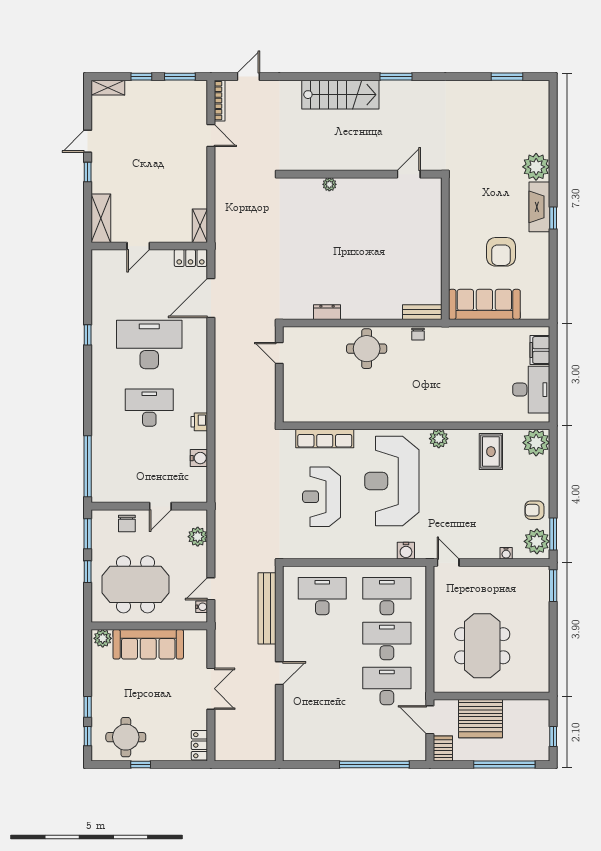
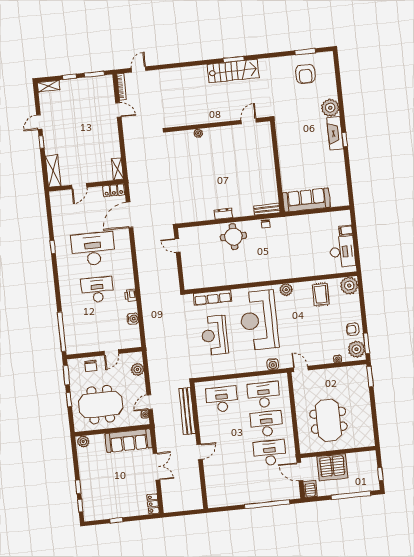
stairs: (340, 95) -> (233, 71), moved
armchair: (501, 252) -> (305, 74), moved
dresser: (327, 312) -> (223, 214), moved
filing cabinet: (540, 350) -> (346, 230), width x0.50
sofa: (148, 644) -> (129, 441), moved
round table: (126, 737) -> (105, 504), removed

